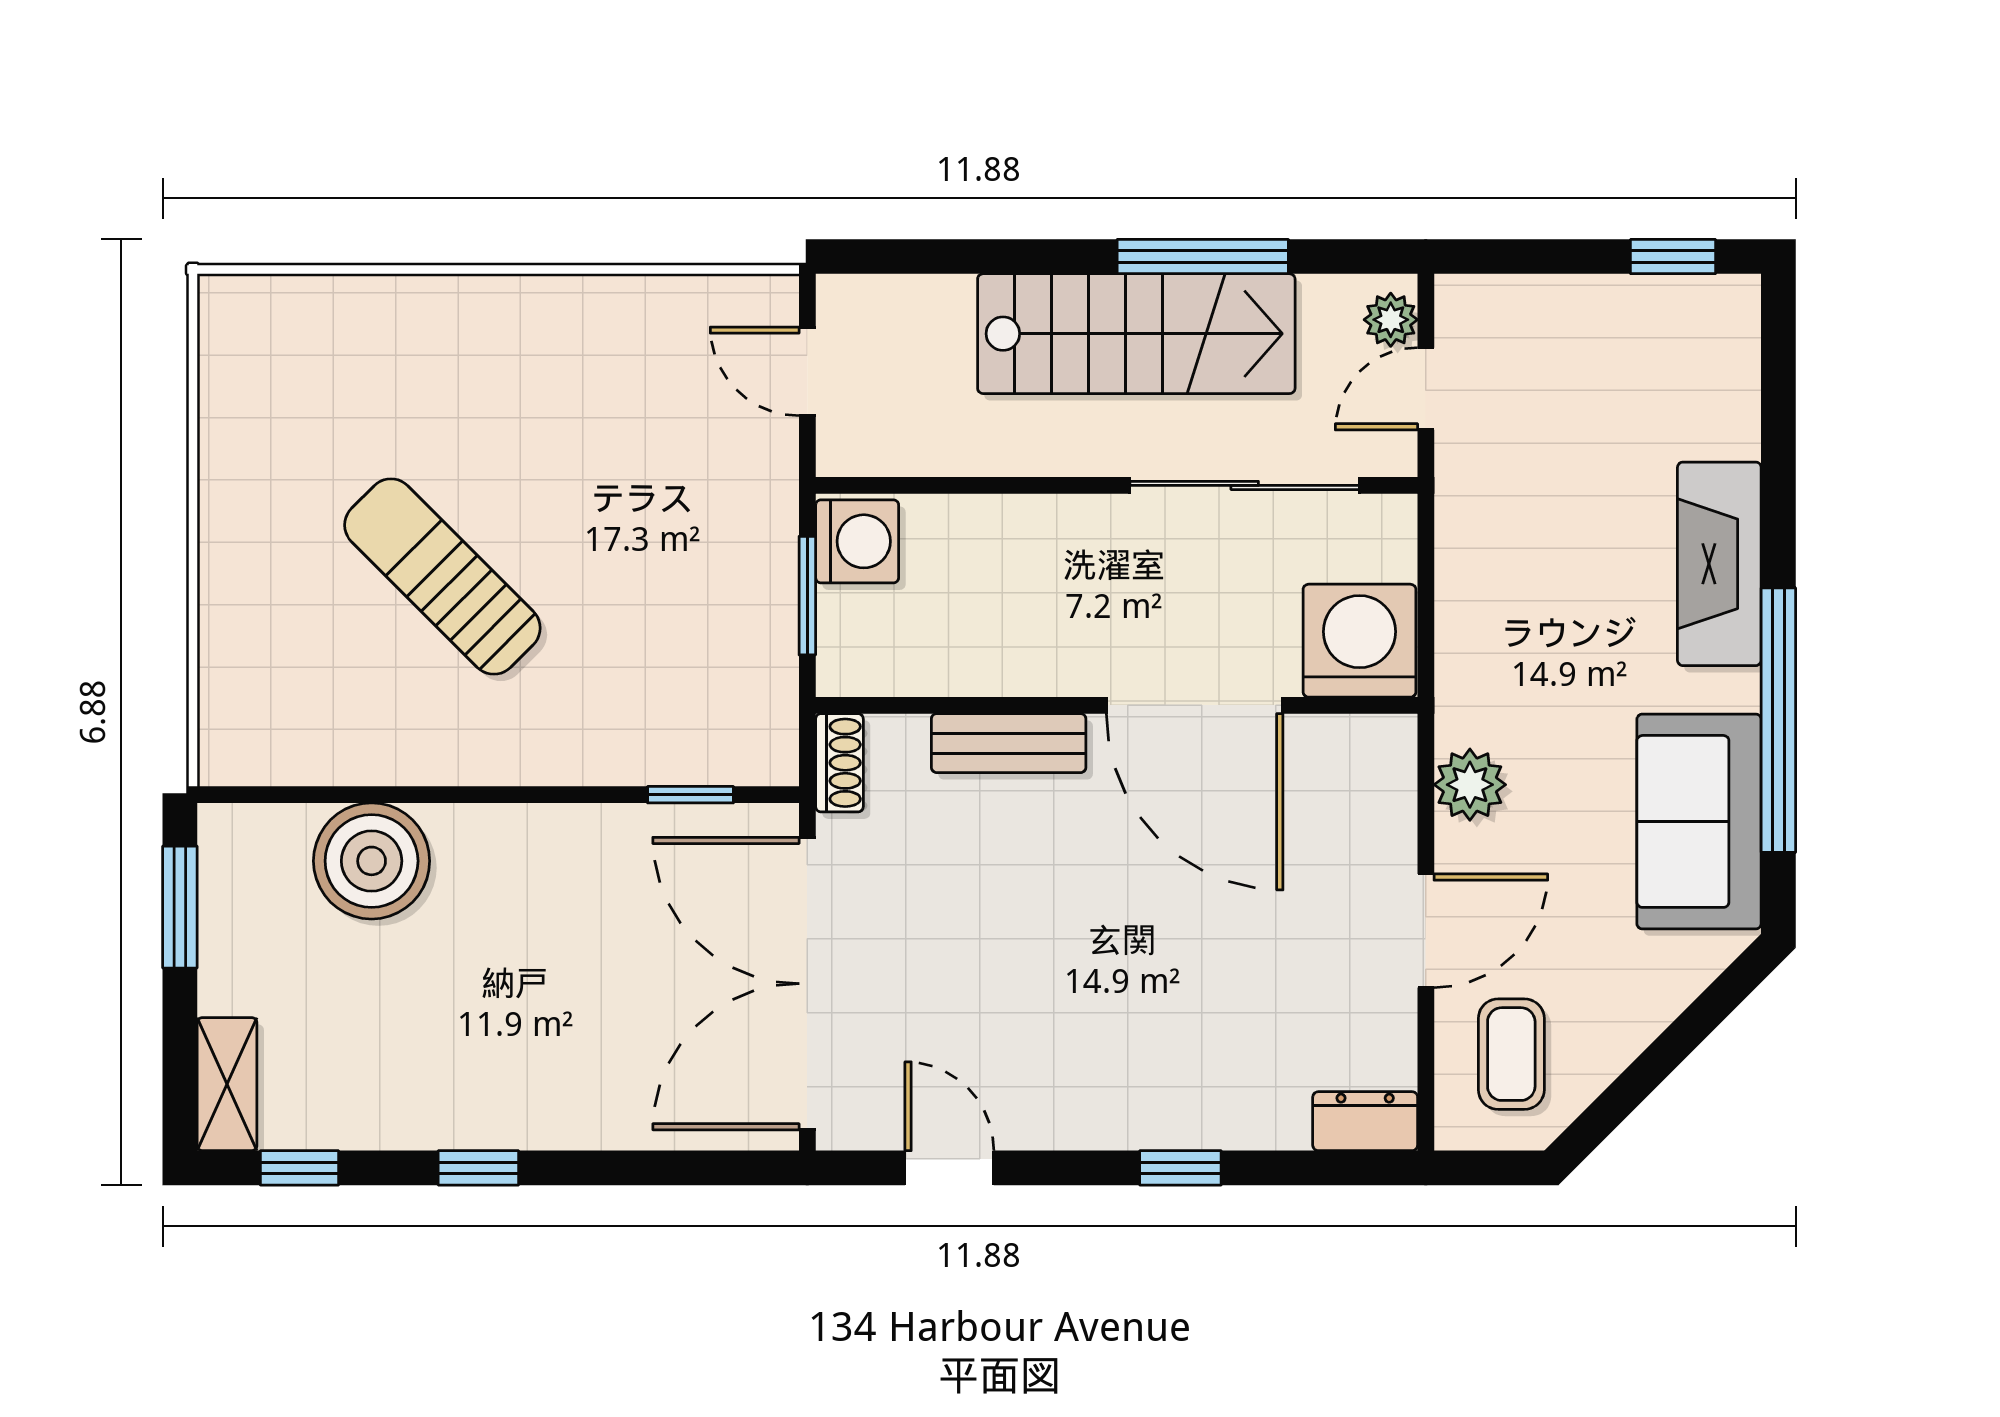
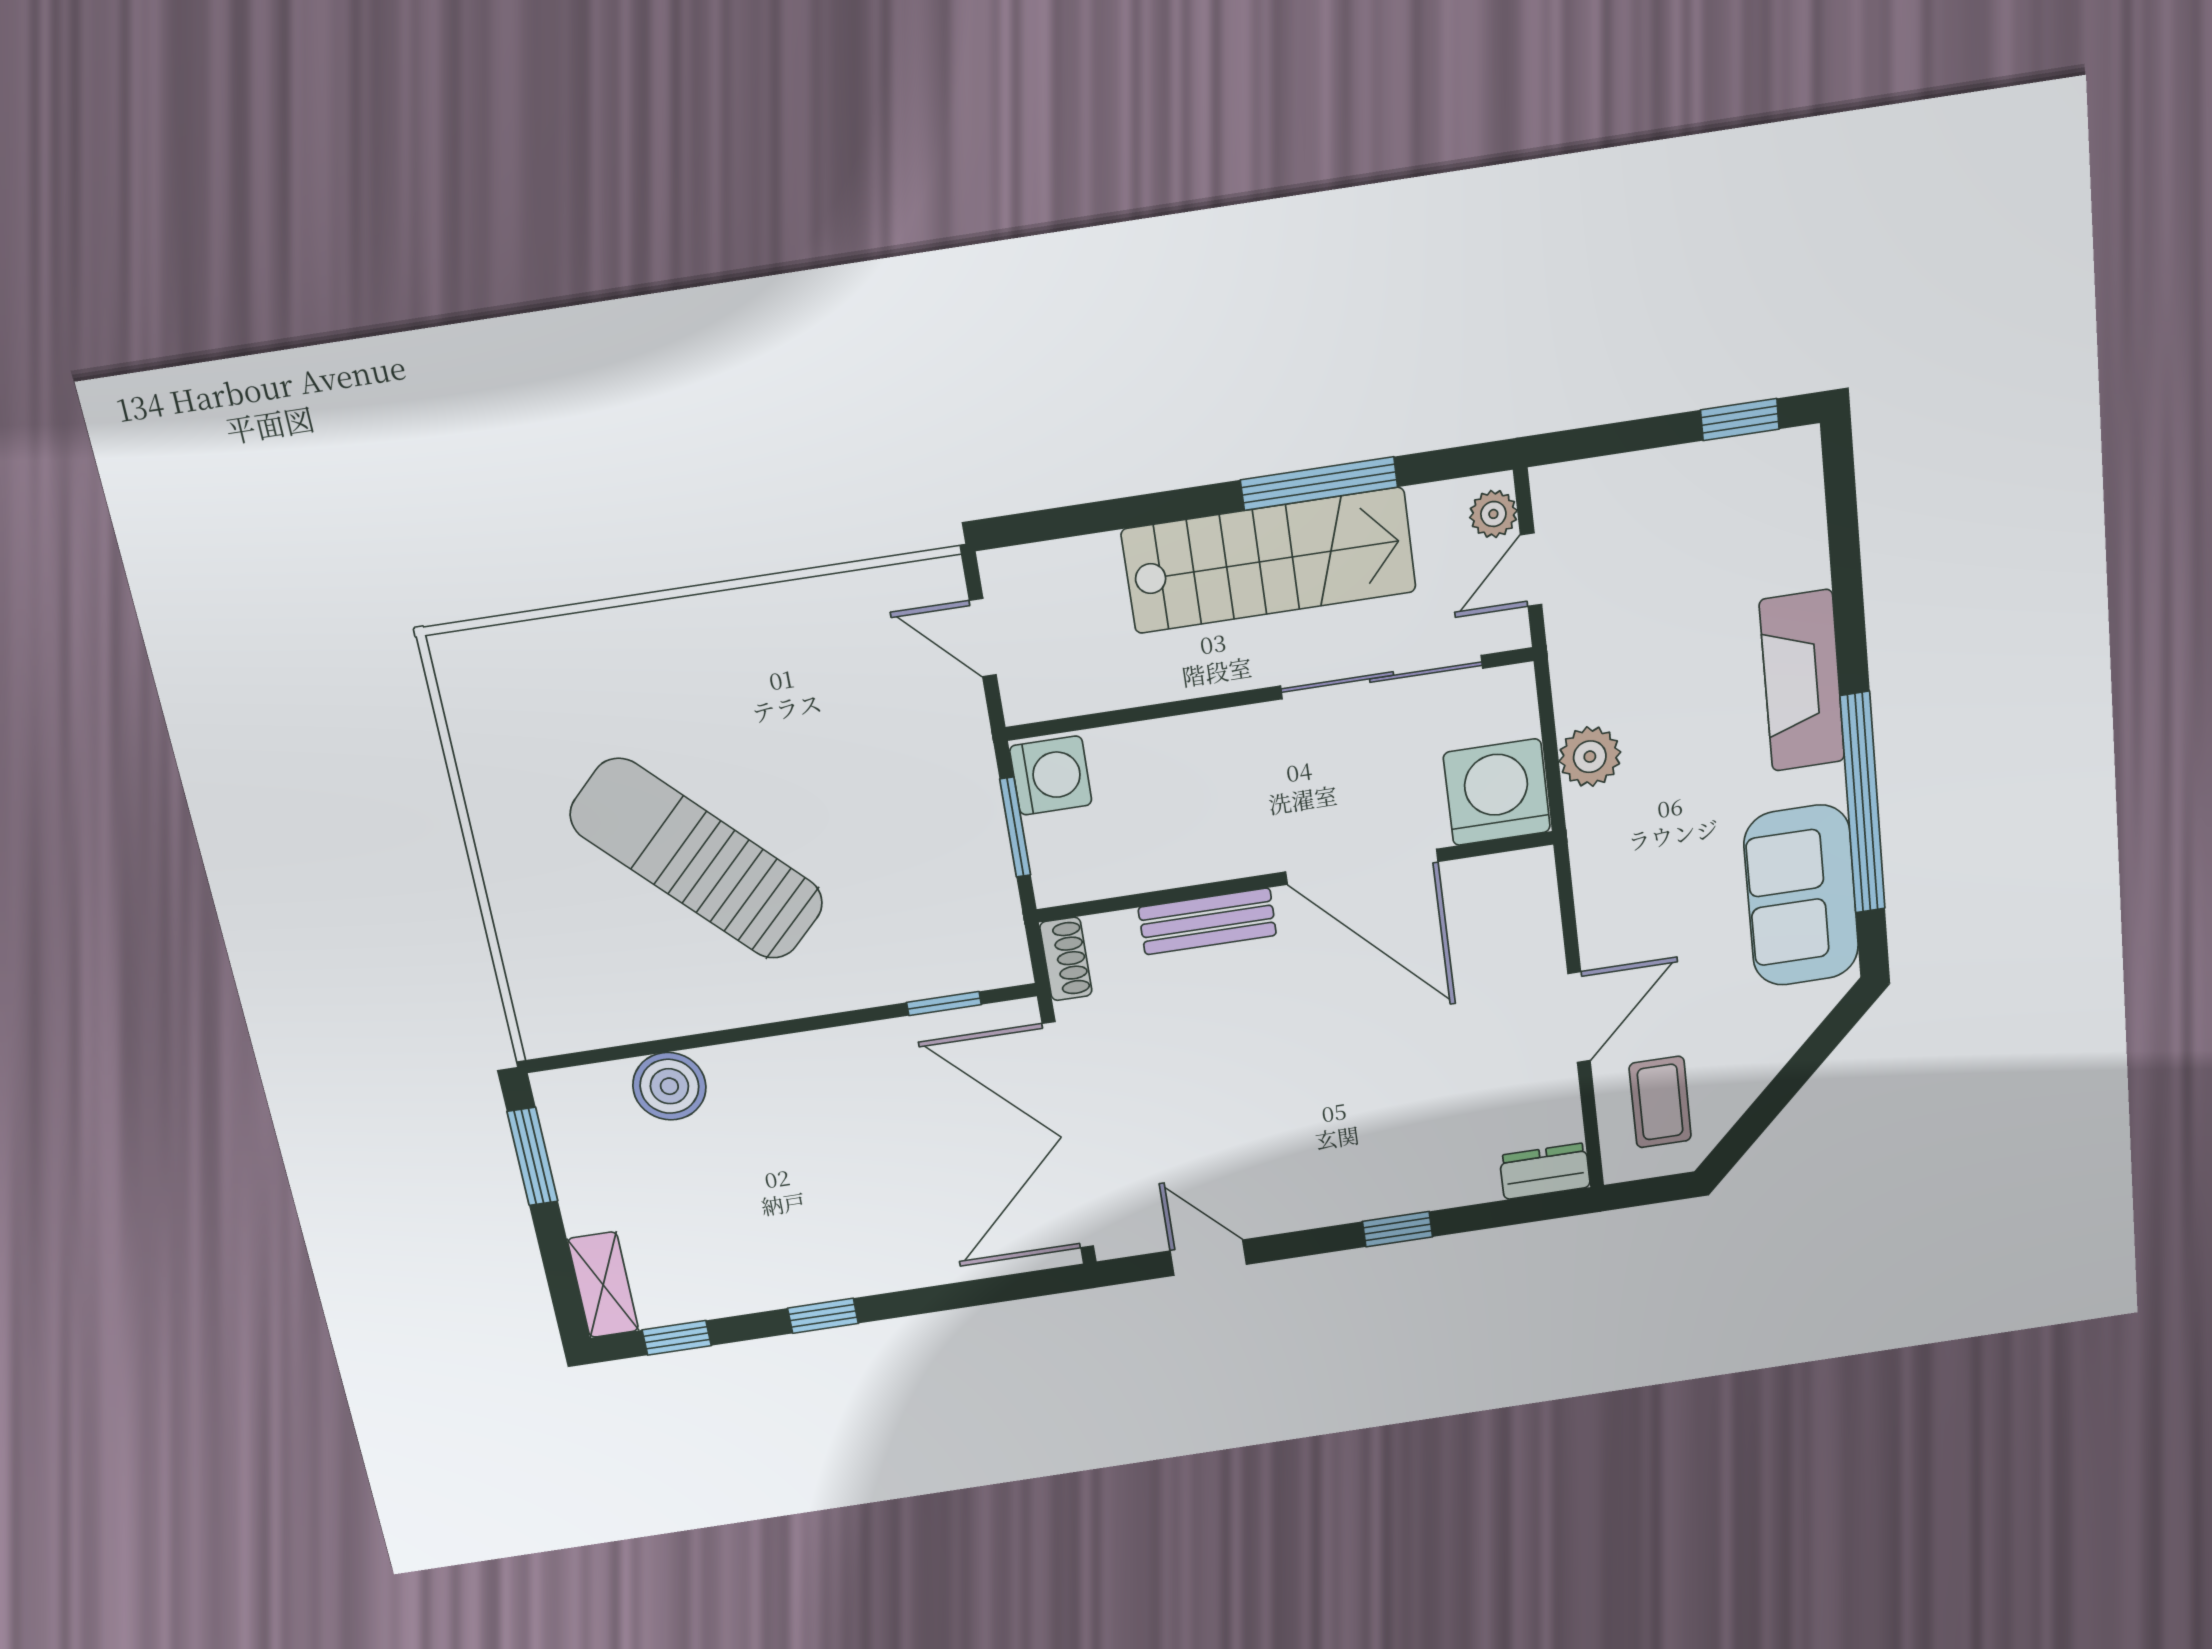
sun lounger: (442, 577) -> (697, 859), width x1.36, depth x1.34
plant: (1470, 785) -> (1590, 757), moved
boiler: (372, 861) -> (669, 1086), width x0.73, depth x0.73

